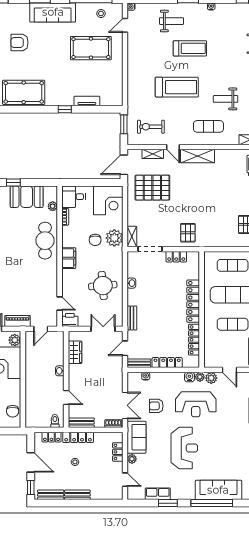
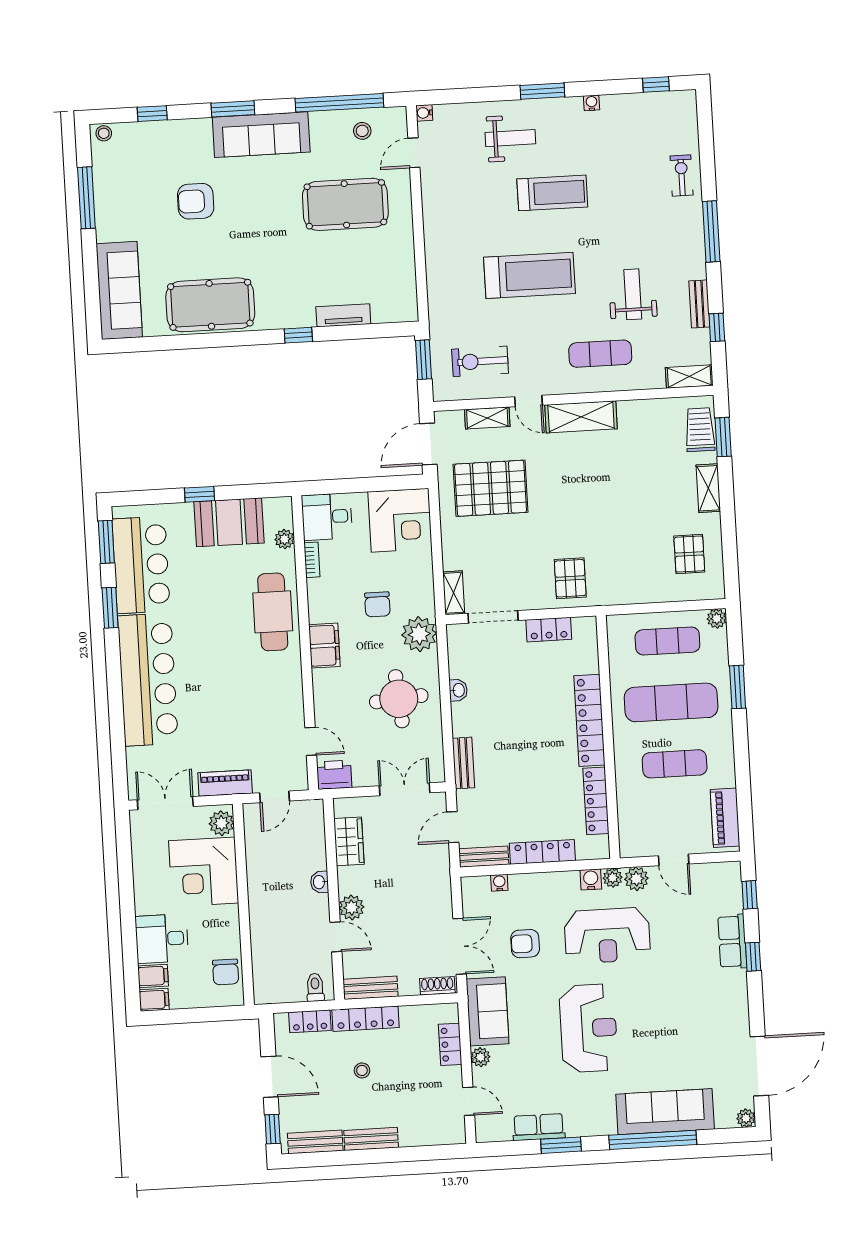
weight bench: (226, 99) -> (633, 294), turned 90
plant: (114, 238) -> (419, 634), moved
plant: (74, 384) -> (352, 908), added

